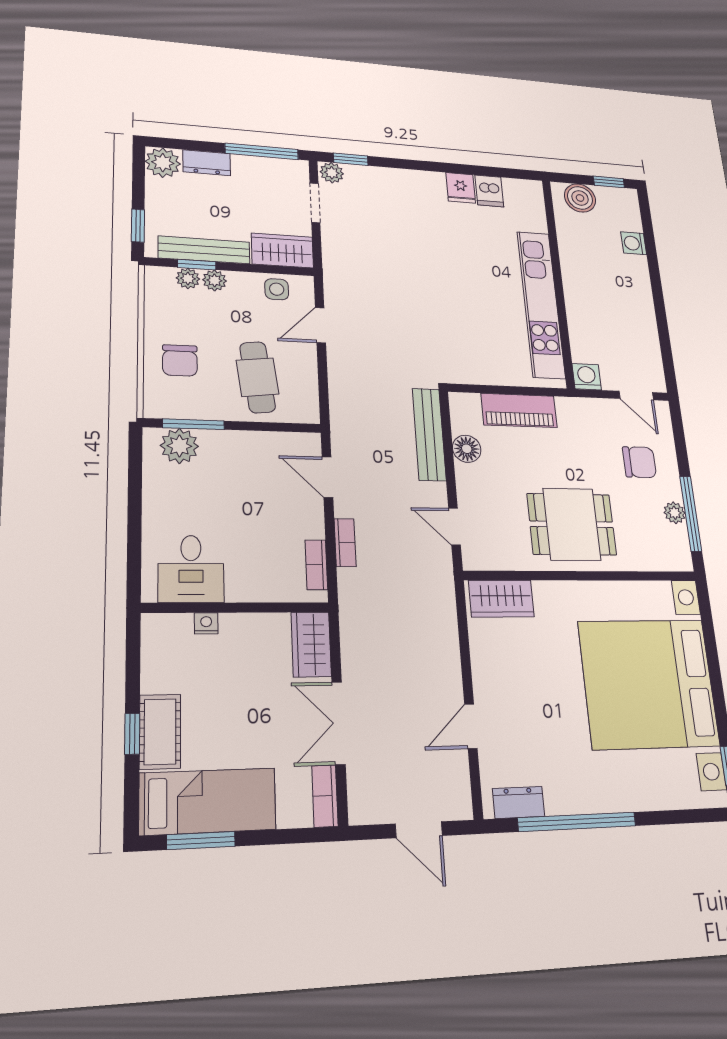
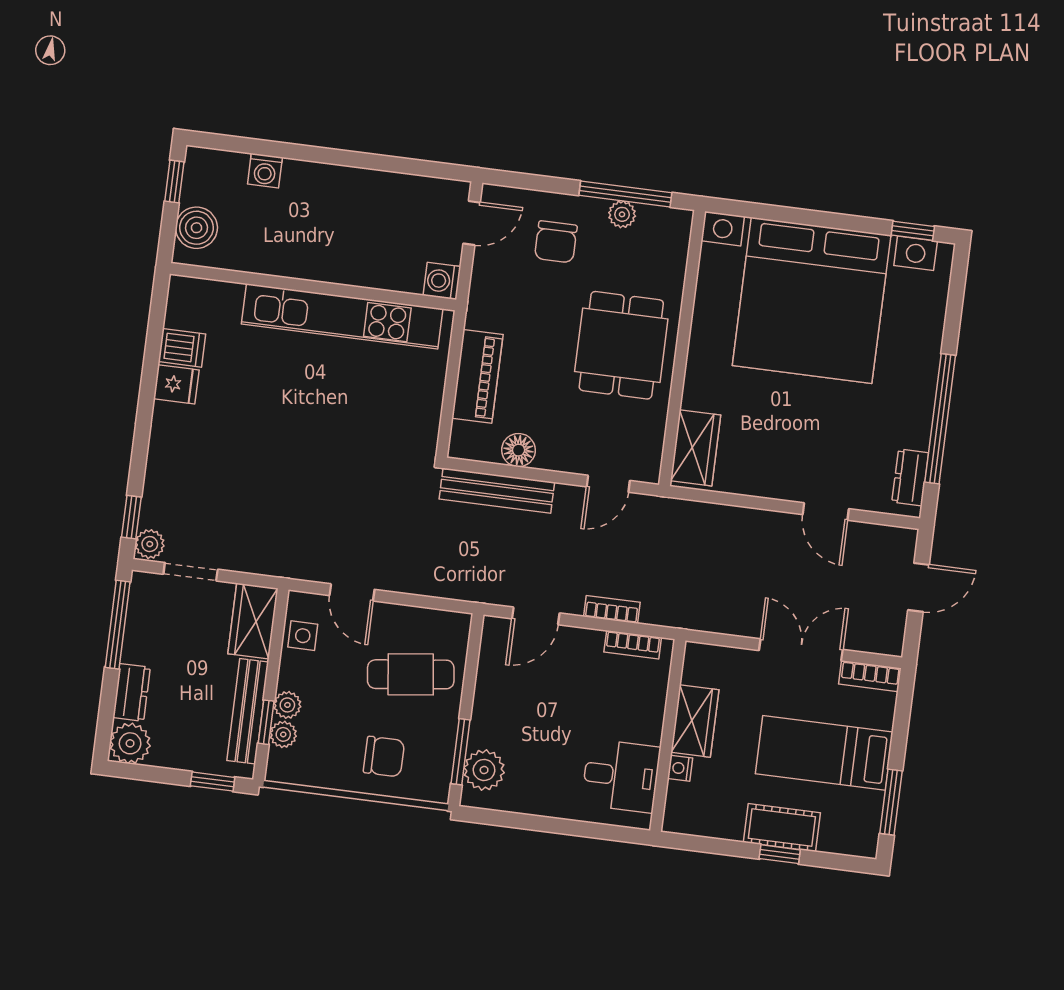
chair: (639, 462) -> (556, 242), turned 180
wardrobe: (311, 644) -> (695, 721), moved, turned -90
double door: (339, 723) -> (801, 650), swing flipped
bed: (208, 801) -> (824, 753), moved, turned -90

